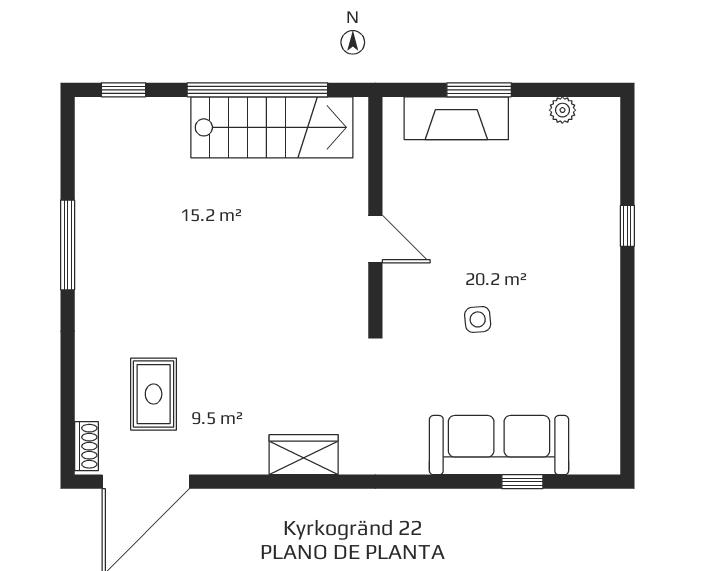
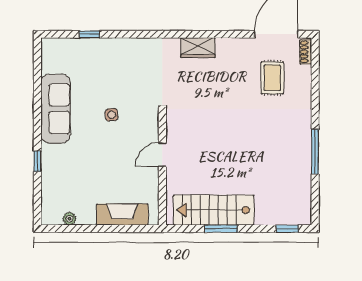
window: (257, 90) -> (221, 229), width x0.47
window: (479, 90) -> (111, 229), removed
door: (375, 239) -> (162, 155), hinge flipped
sofa: (499, 445) -> (55, 109), moved, turned -90

